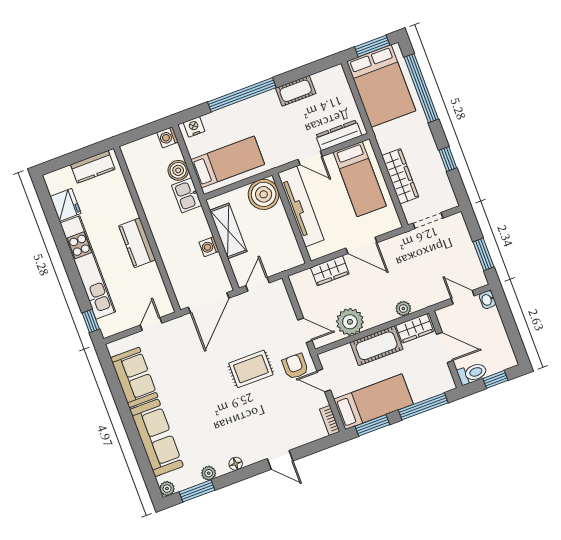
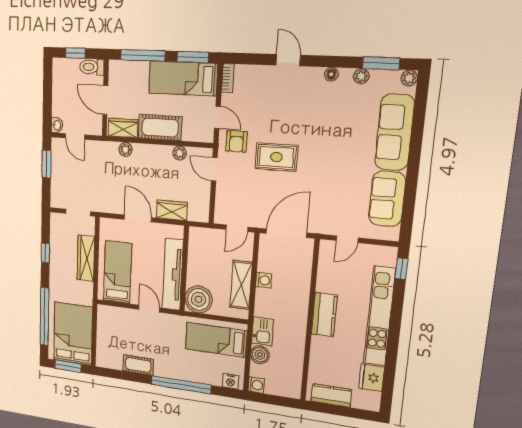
dresser: (339, 135) -> (120, 314), removed
plant: (350, 322) -> (180, 153), width x0.53, depth x0.53

